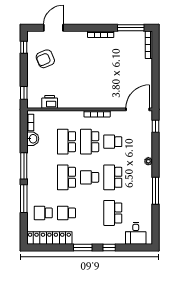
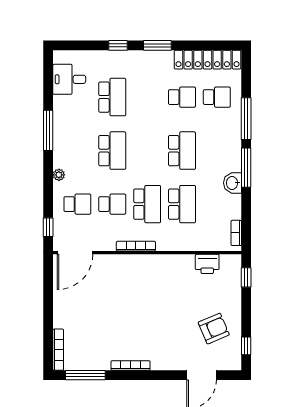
washbasin: (33, 139) -> (233, 183), moved
school desk: (90, 177) -> (77, 204), moved
desk: (136, 233) -> (69, 79), moved, turned -90

